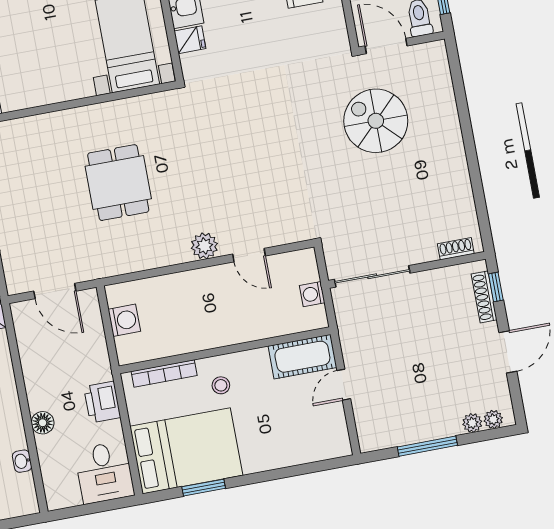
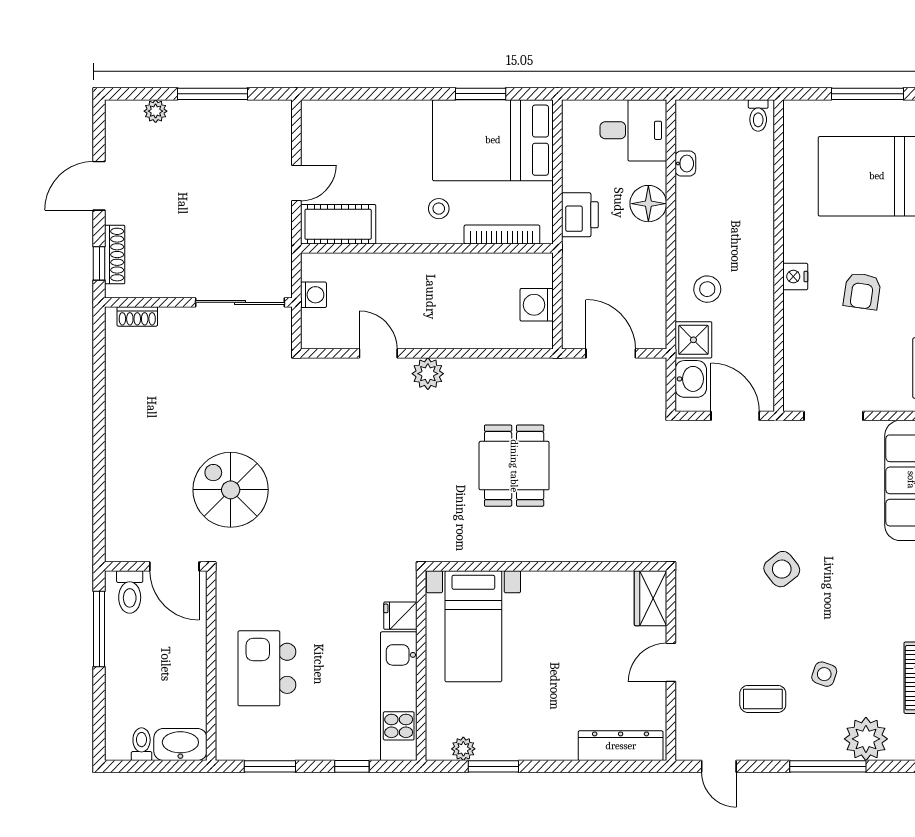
spiral stairs: (376, 121) -> (231, 490), moved, turned 180
plant: (493, 419) -> (131, 111), removed
floor lamp: (43, 423) -> (648, 204), width x1.38, depth x1.38
desk: (104, 472) -> (633, 130), moved, turned 90

